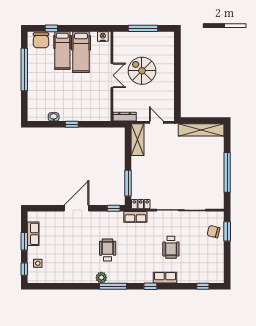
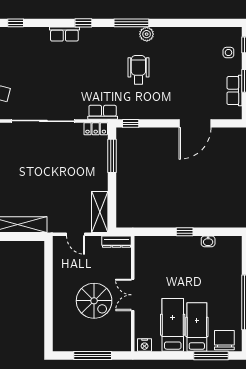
window: (51, 28) -> (211, 355), width x2.17
door: (77, 208) -> (195, 123), moved
wheelchair: (171, 247) -> (57, 73), removed
wheelchair: (108, 250) -> (138, 70), turned 180

